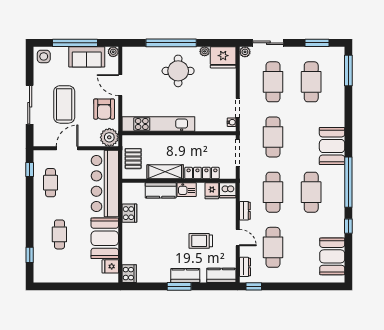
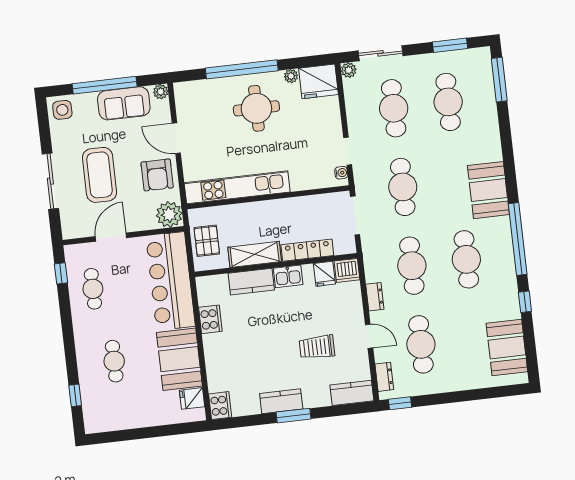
kitchen counter: (185, 276) -> (281, 401), moved

